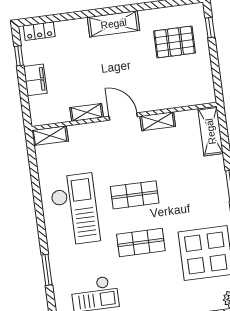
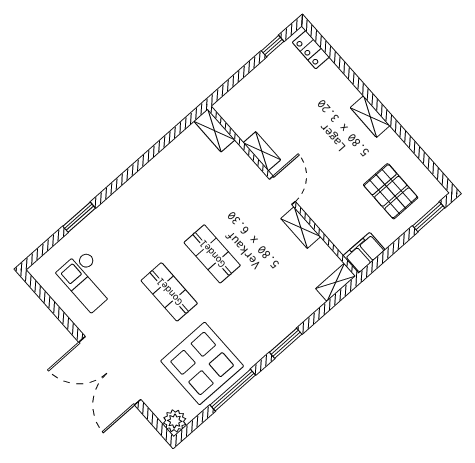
shelving: (114, 24) -> (370, 117), width x0.67, depth x0.75
window: (210, 28) -> (429, 217), width x1.50
filing cabinet: (35, 80) -> (364, 253), moved, turned 180
shelving: (211, 131) -> (336, 282), width x0.67, depth x0.75
checkout: (75, 210) -> (158, 205), removed

